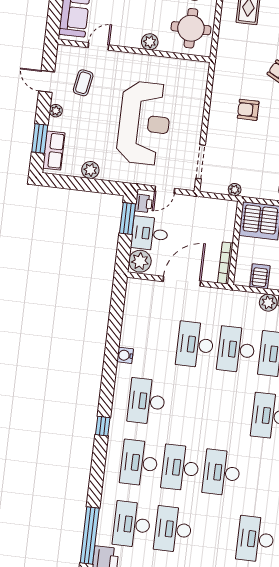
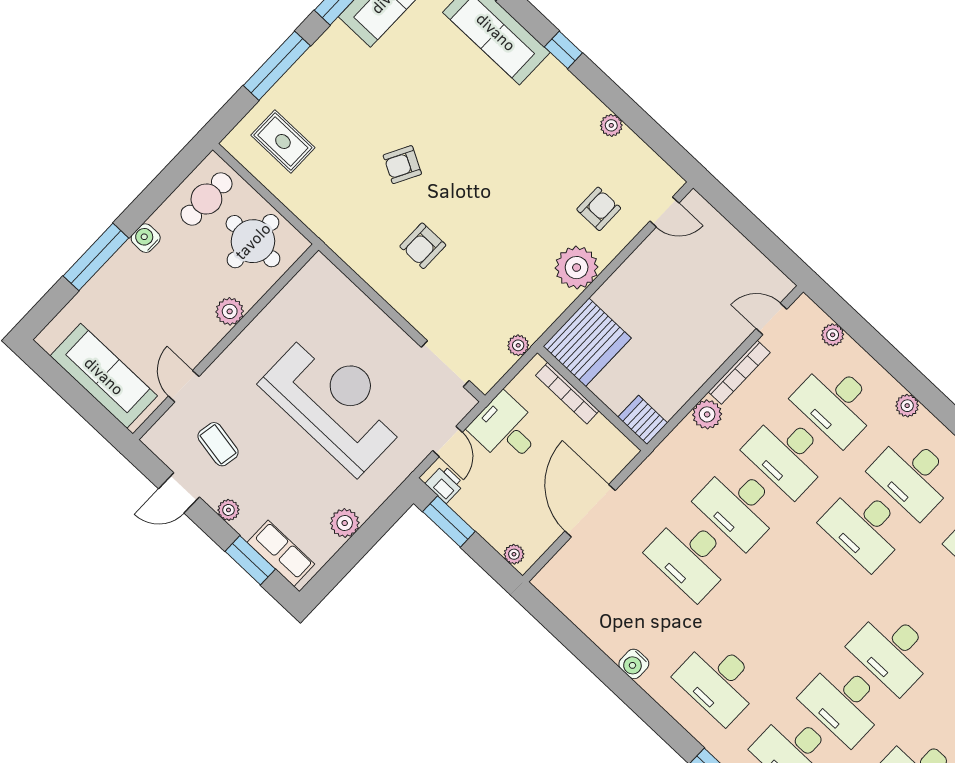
desk: (150, 234) -> (506, 429), moved, turned 90
plant: (140, 261) -> (514, 554), width x0.53, depth x0.53
bookcase: (225, 263) -> (567, 393), moved
server rack: (260, 276) -> (643, 420), moved

